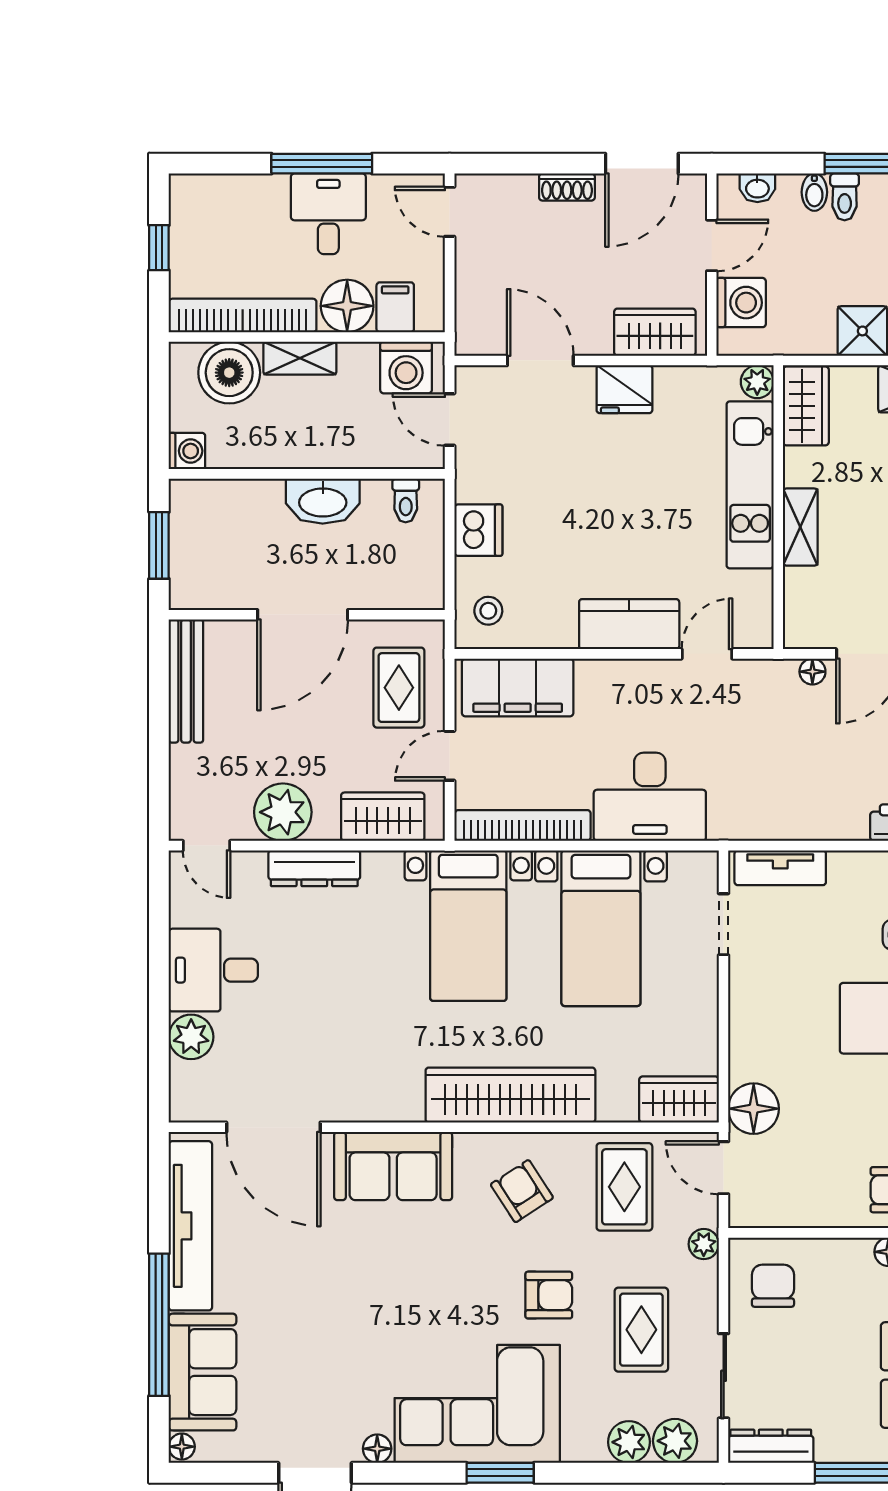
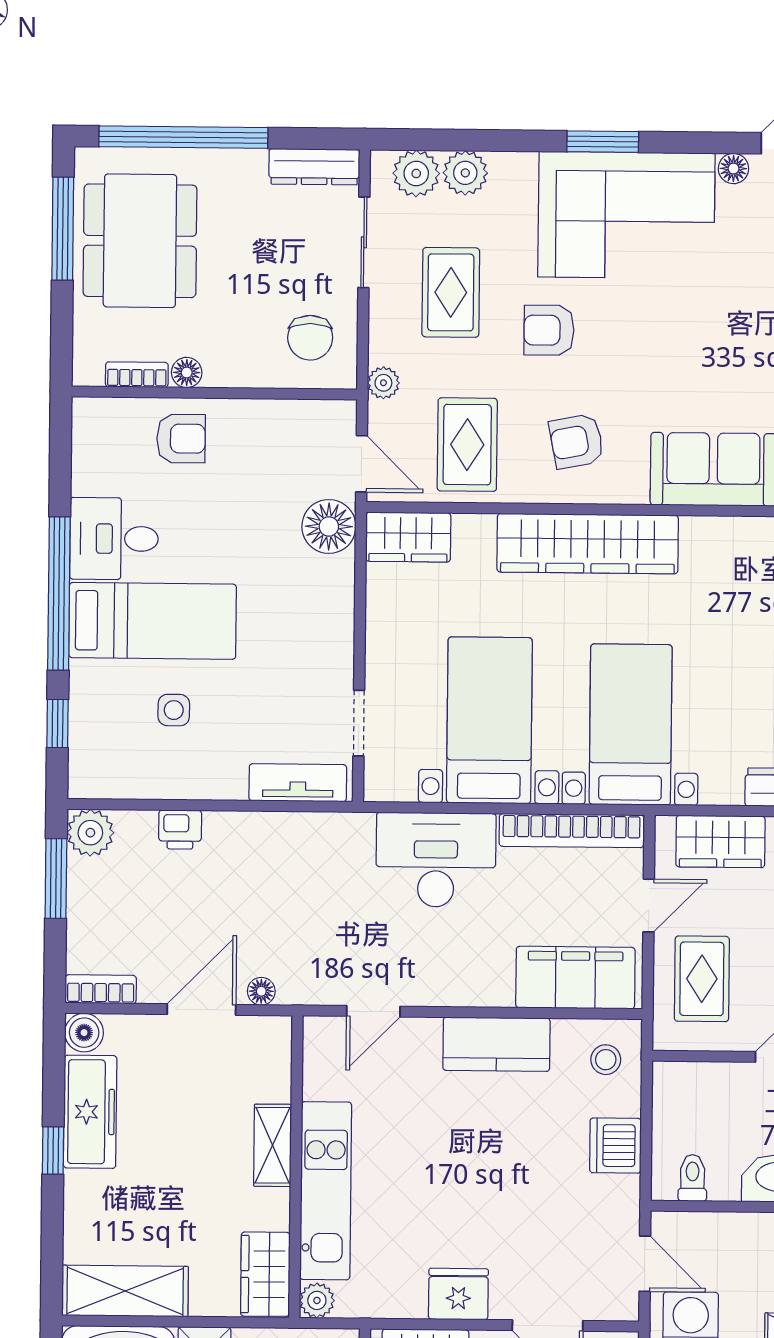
kitchen counter: (629, 624) -> (496, 1044), moved
armchair: (522, 1191) -> (576, 441), turned 112

